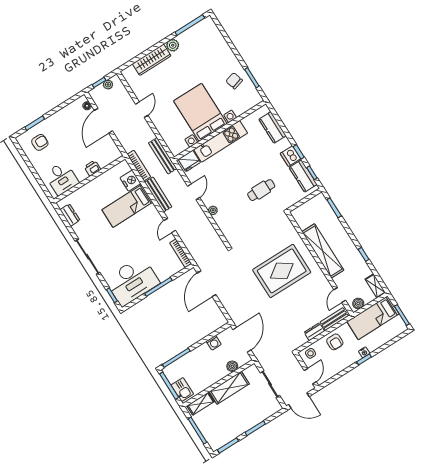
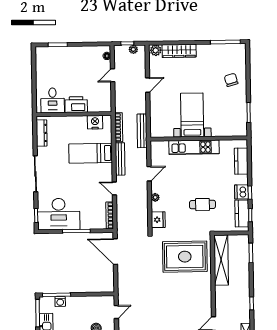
plant: (173, 45) -> (156, 50), moved
chair: (234, 81) -> (231, 80), moved
bed with nightstands: (200, 112) -> (192, 115), width x0.73
door: (103, 121) -> (113, 75), width x0.53
armchair: (40, 142) -> (53, 62), removed
fridge: (189, 161) -> (158, 220), moved, turned -90
printer: (92, 168) -> (76, 105), width x1.87, depth x1.48
nightstand: (130, 181) -> (95, 122), moved, turned -90
dresser: (70, 215) -> (42, 133), width x1.44
door: (170, 225) -> (114, 189), hinge flipped
shelving: (323, 251) -> (221, 260), moved
rug: (282, 271) -> (185, 257), moved
door: (207, 284) -> (115, 252), hinge flipped
door: (242, 340) -> (116, 312), width x0.53
washing machine: (214, 343) -> (60, 301), moved

